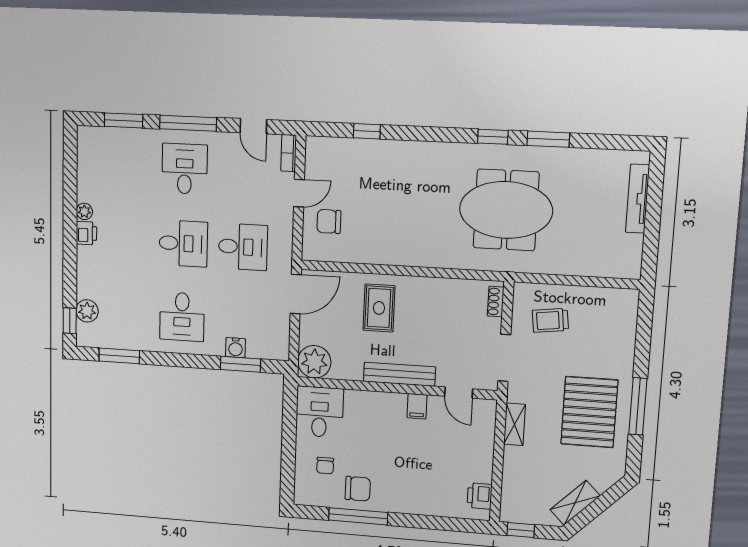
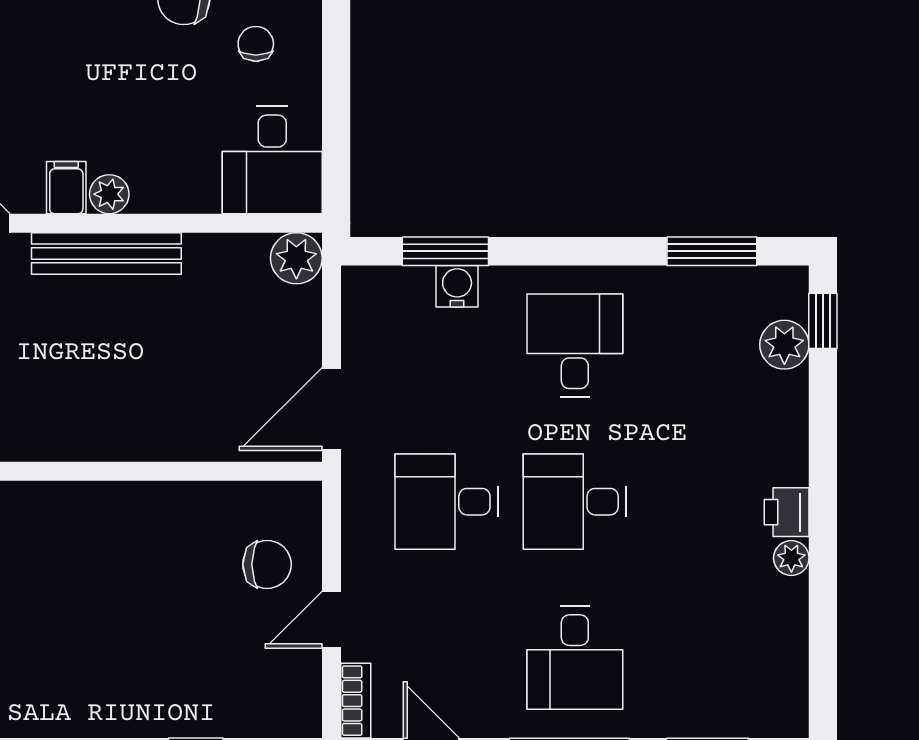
rug: (379, 308) -> (155, 391), removed
plant: (314, 362) -> (296, 258), width x0.73, depth x0.73
plant: (397, 402) -> (109, 194), added

